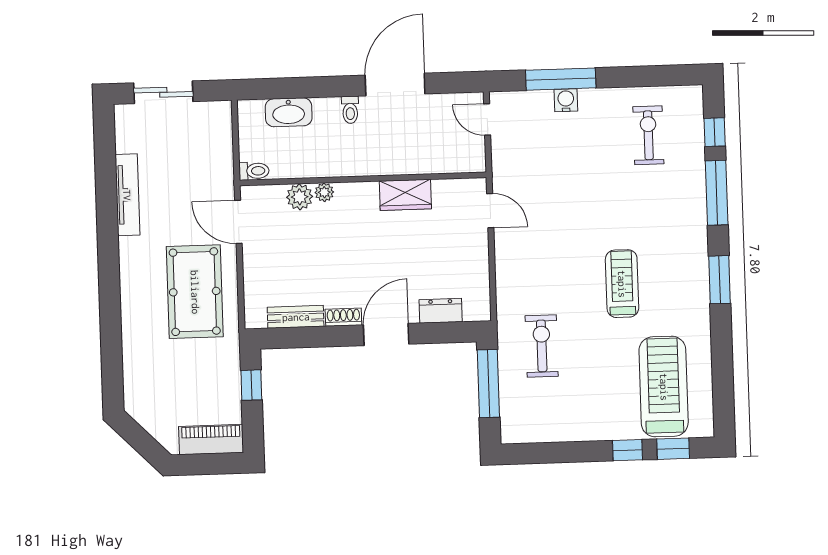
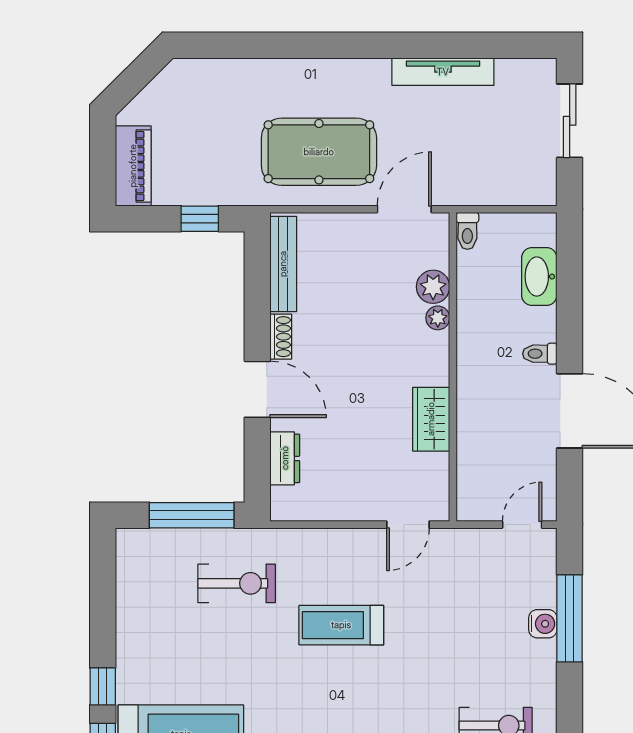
treadmill: (622, 284) -> (341, 625), moved, turned 180
bench: (296, 317) -> (283, 264), width x1.36

